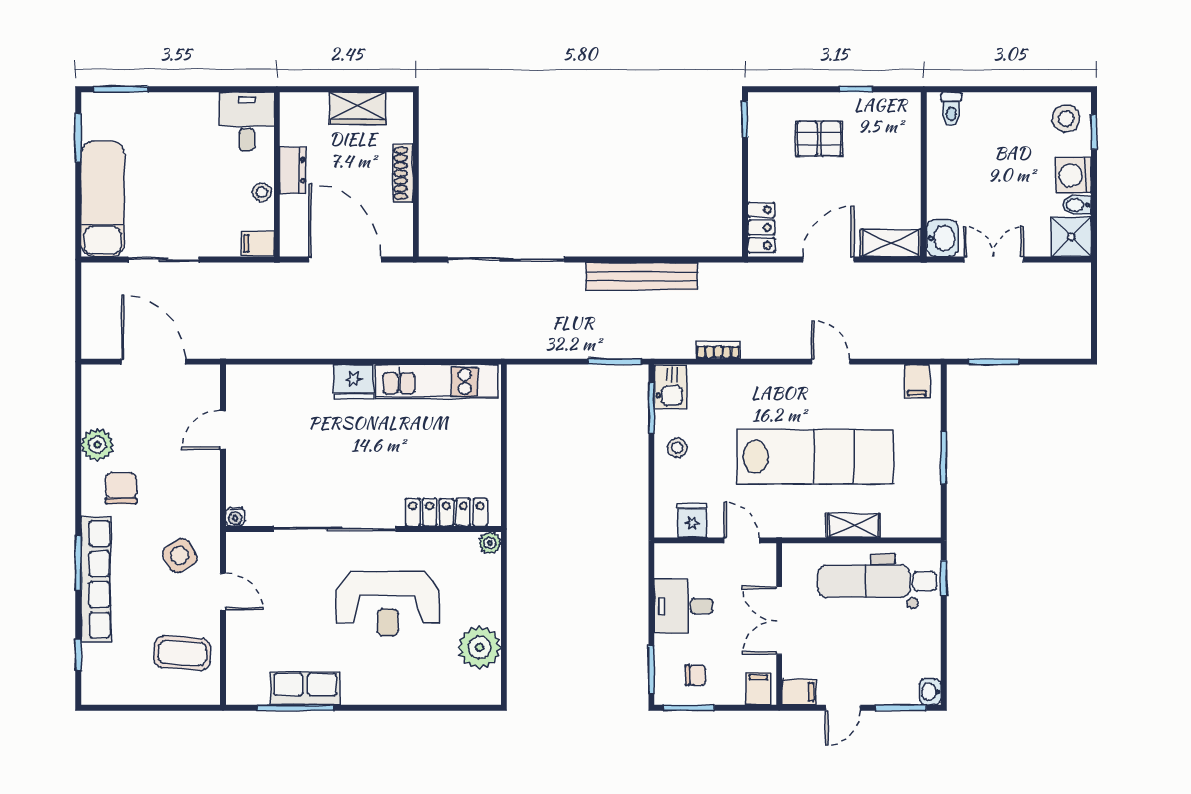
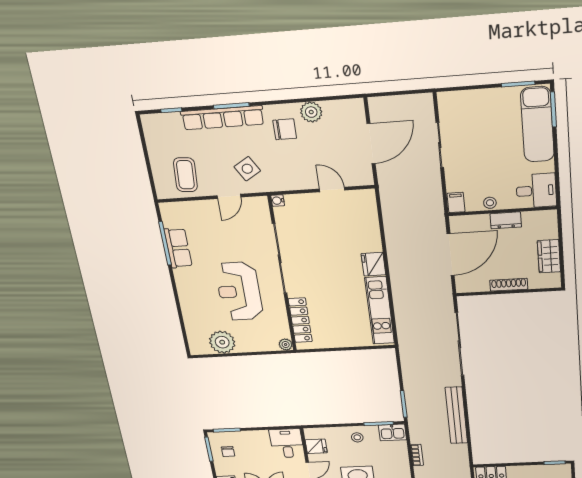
exam couch: (103, 199) -> (537, 124), moved, turned 90
desk: (683, 606) -> (287, 443), moved

